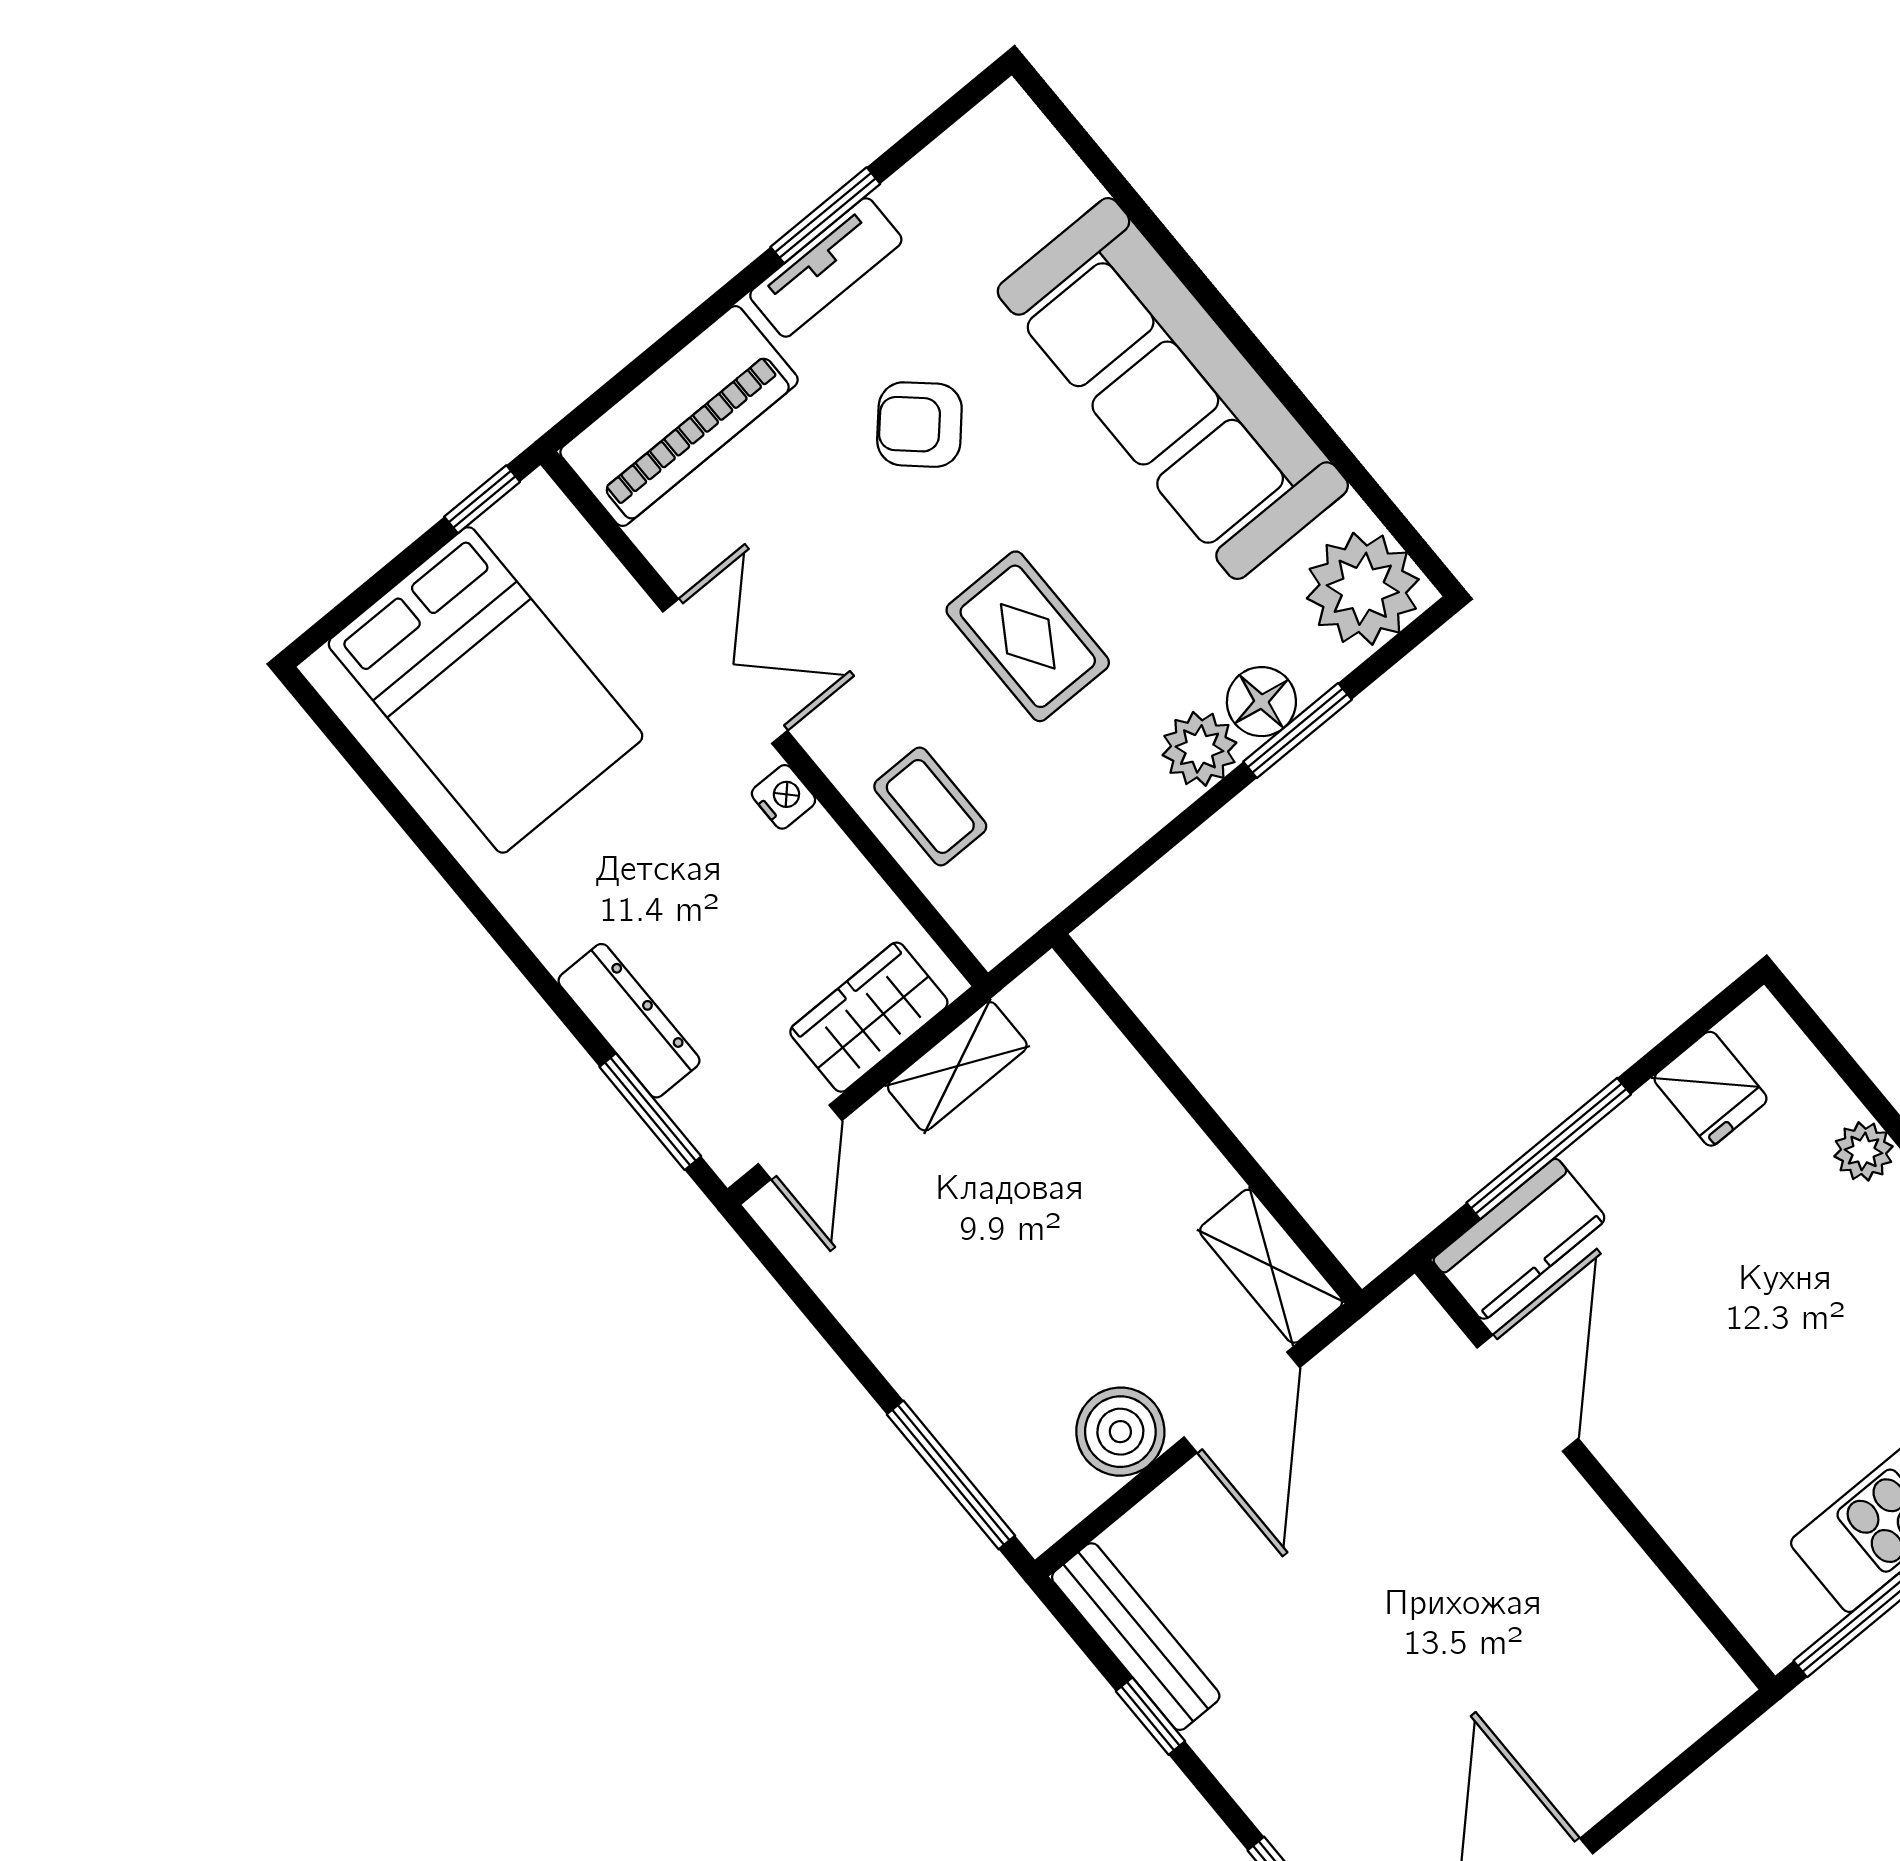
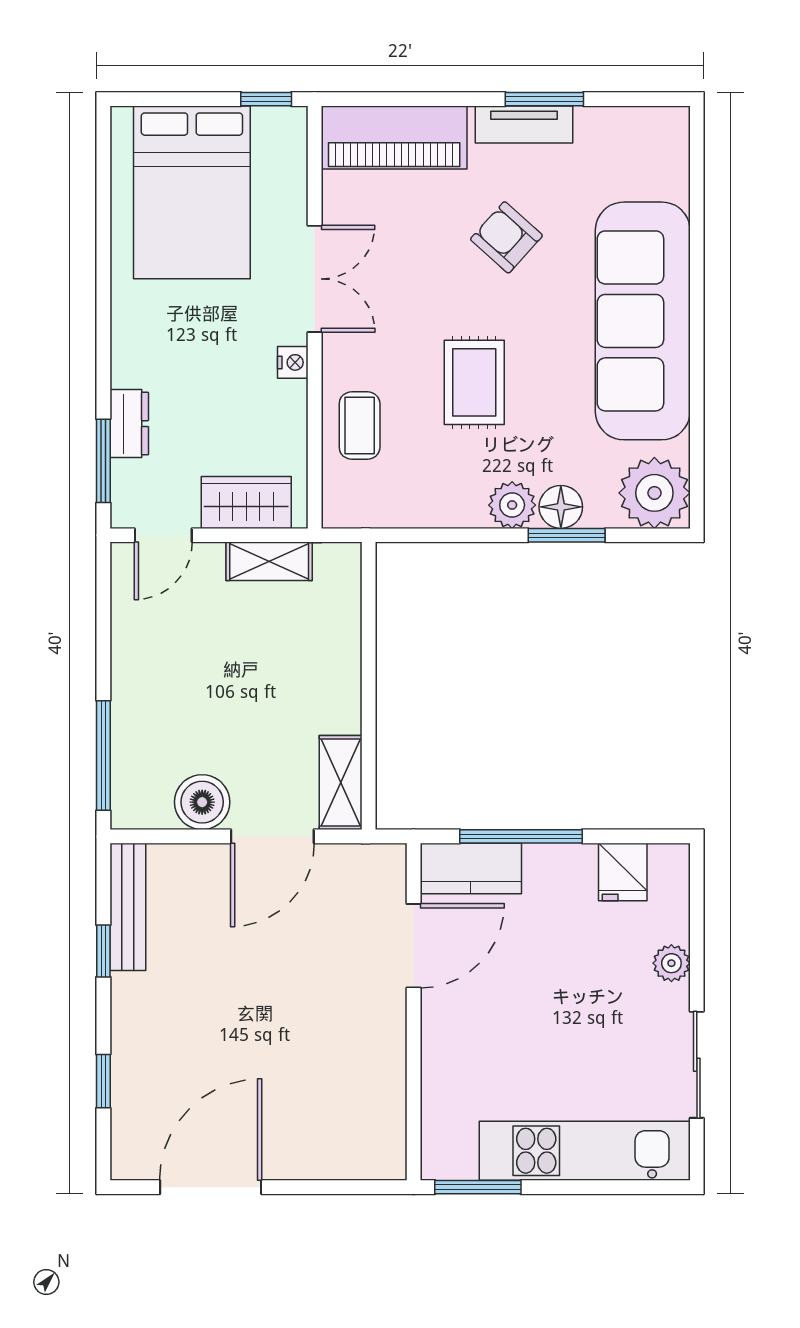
dresser: (629, 1021) -> (129, 424), width x0.70

